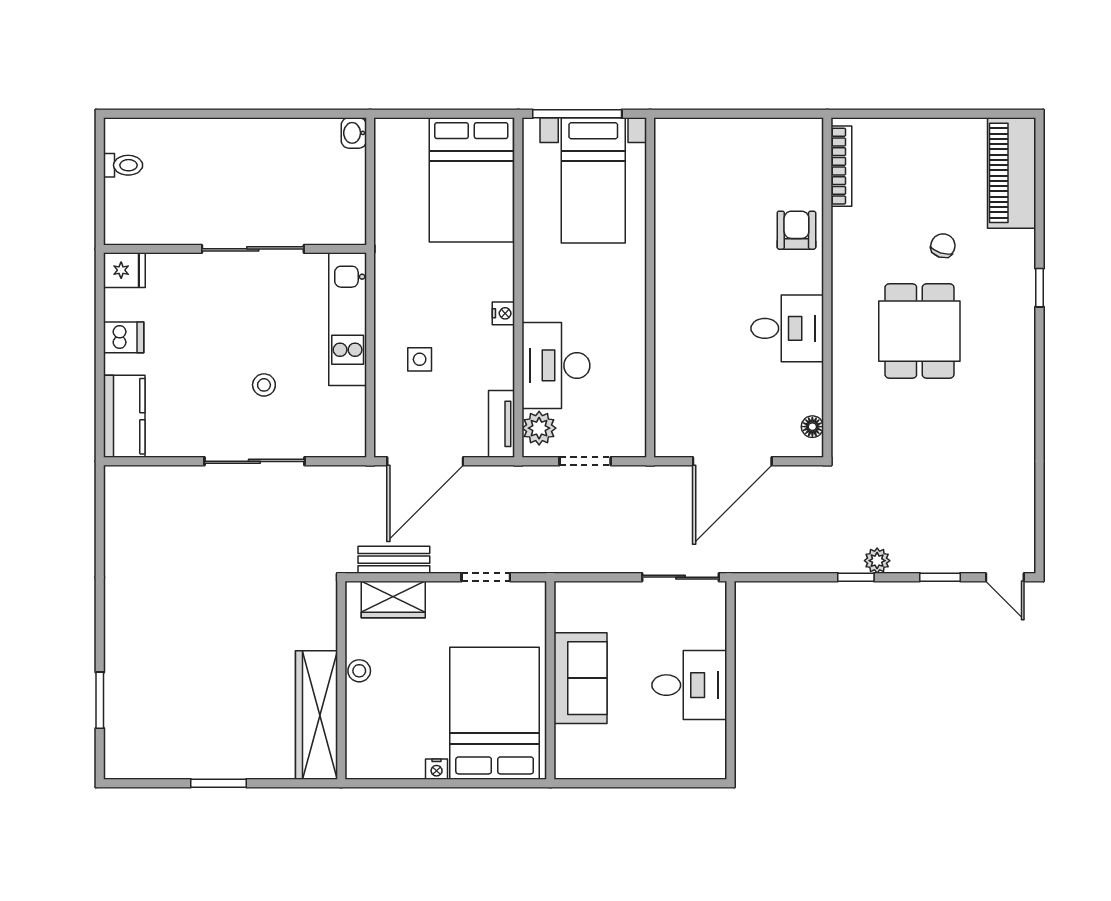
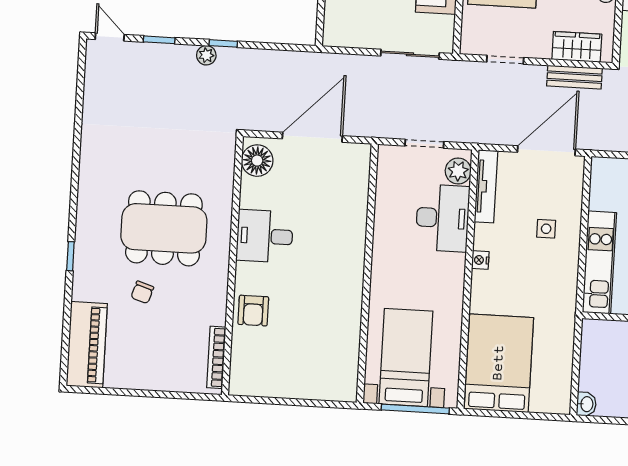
dining table: (919, 331) -> (164, 228), width x1.38
tv unit: (502, 424) -> (486, 186), width x1.41
floor lamp: (812, 427) -> (257, 161), width x1.89, depth x1.89
sliding door: (681, 577) -> (410, 54), moved

